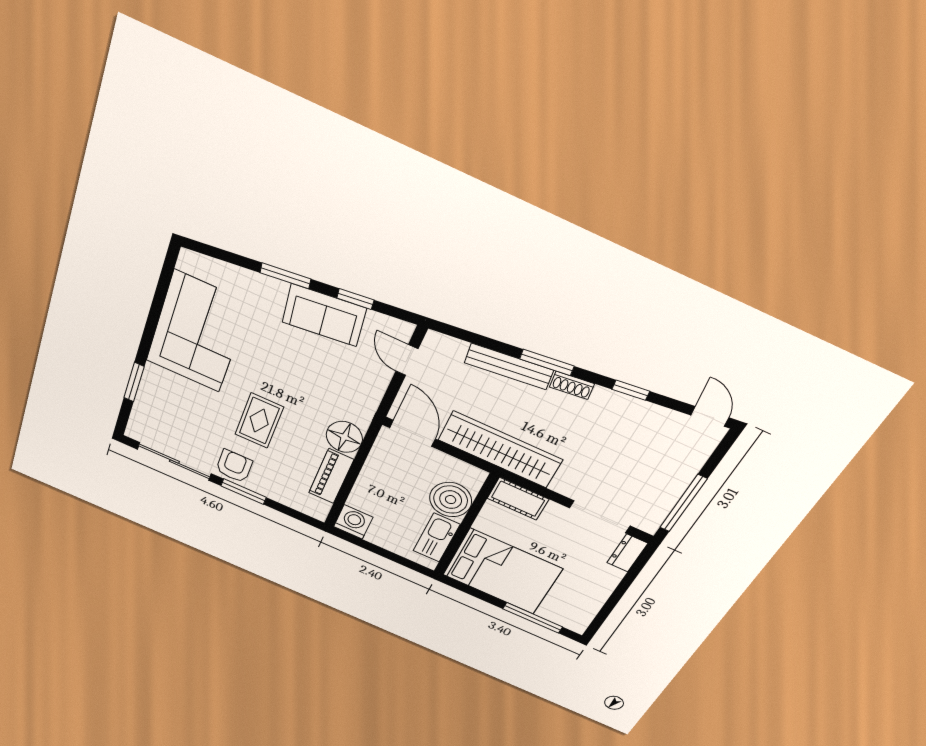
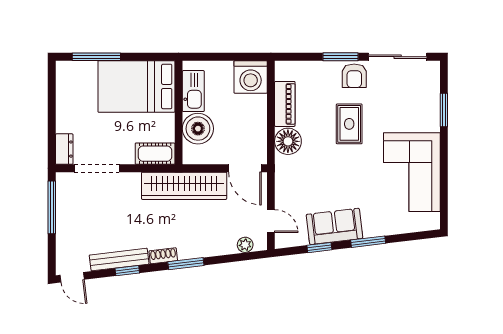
plant: (455, 348) -> (245, 245), added
bench: (509, 367) -> (119, 260), moved
washing machine: (353, 522) -> (251, 77), width x1.37, depth x1.37

